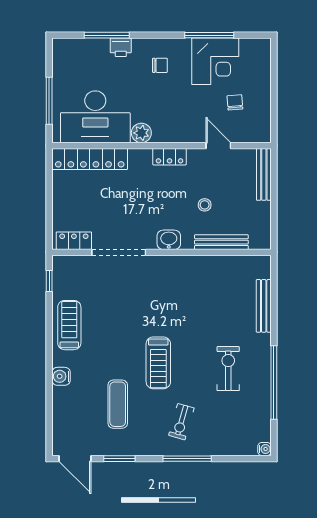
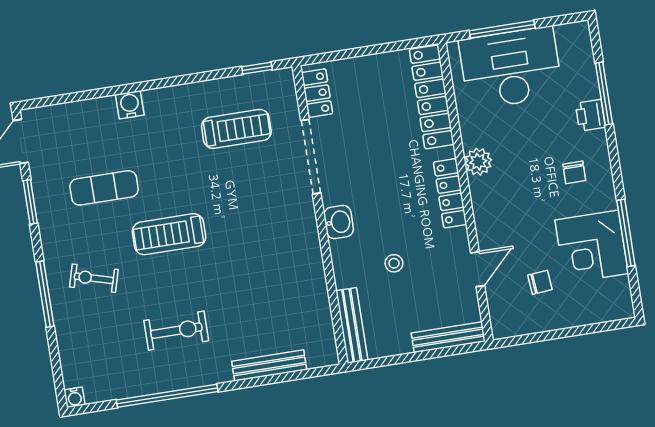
desk: (95, 117) -> (511, 68), moved, turned 90
locker: (170, 157) -> (450, 193), width x1.53
bench: (221, 242) -> (352, 325), moved
treadmill: (69, 325) -> (236, 129), moved

